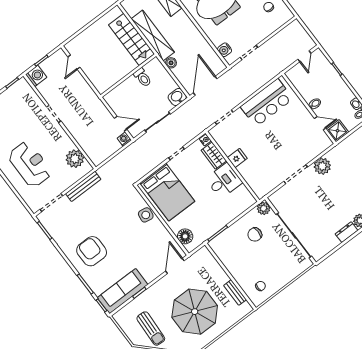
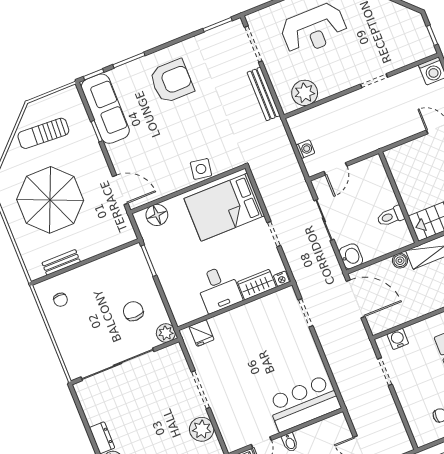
bar counter: (267, 103) -> (304, 403), moved, turned 90
washing machine: (124, 139) -> (305, 149), moved
fridge: (237, 158) -> (202, 333), moved

